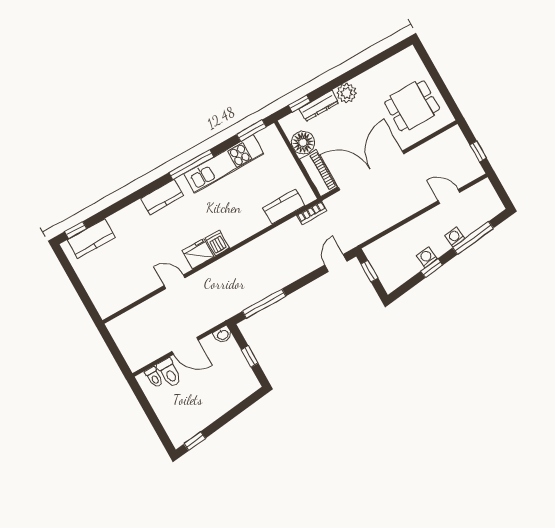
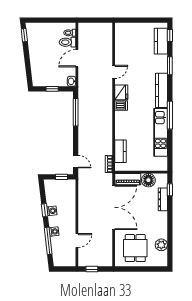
plant: (347, 93) -> (161, 245), moved
window: (251, 131) -> (170, 66), moved
kitchen counter: (162, 197) -> (162, 90), width x1.50

